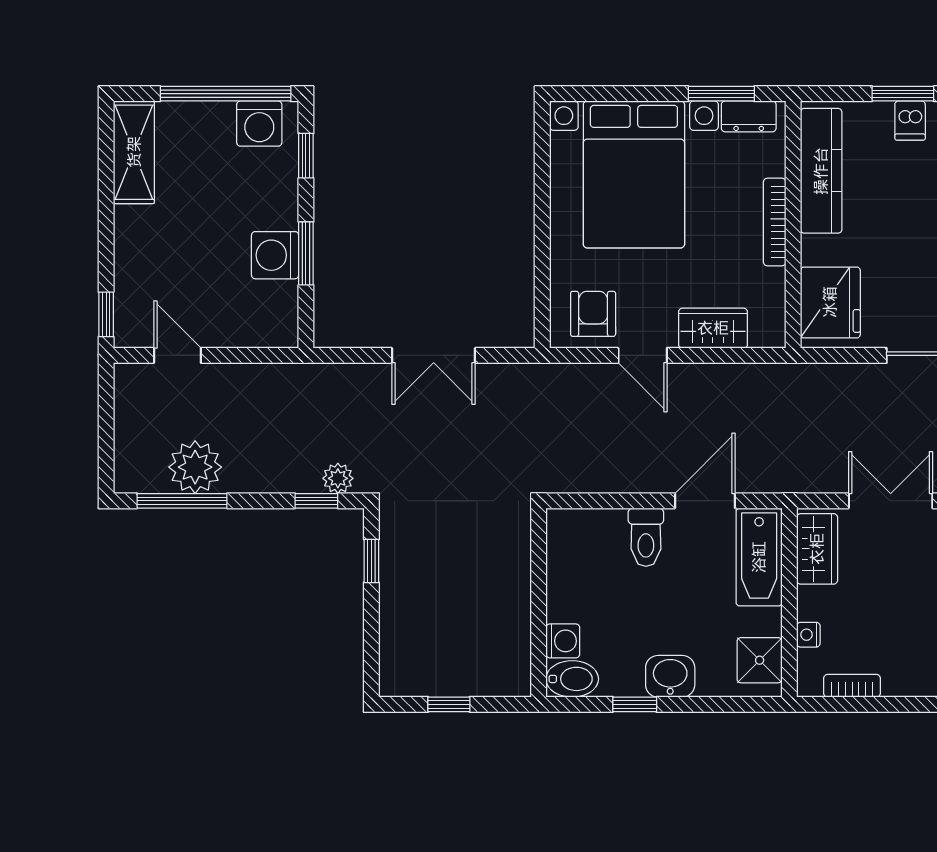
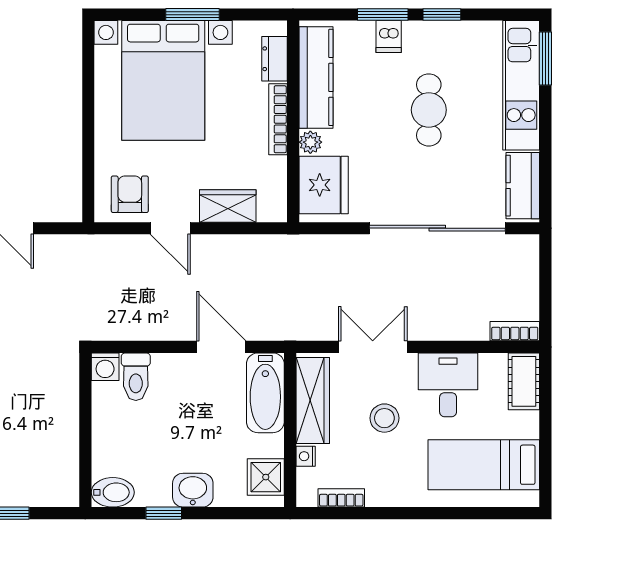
window: (721, 94) -> (193, 15), moved
dresser: (749, 116) -> (275, 59), moved, turned 90
plant: (814, 250) -> (310, 142), added
door: (705, 501) -> (221, 347), hinge flipped
toilet: (646, 537) -> (136, 377), moved
wardrobe: (817, 549) -> (313, 401), width x1.50
stool: (905, 588) -> (384, 418), added
washing machine: (563, 641) -> (105, 367), moved, turned 90

